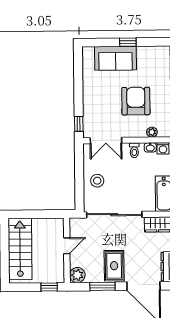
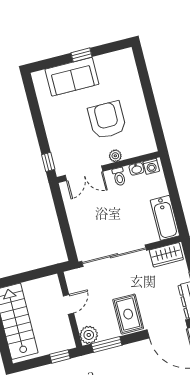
plant: (152, 132) -> (115, 156), moved
stool: (97, 181) -> (85, 222), removed
window: (102, 286) -> (107, 345), moved

